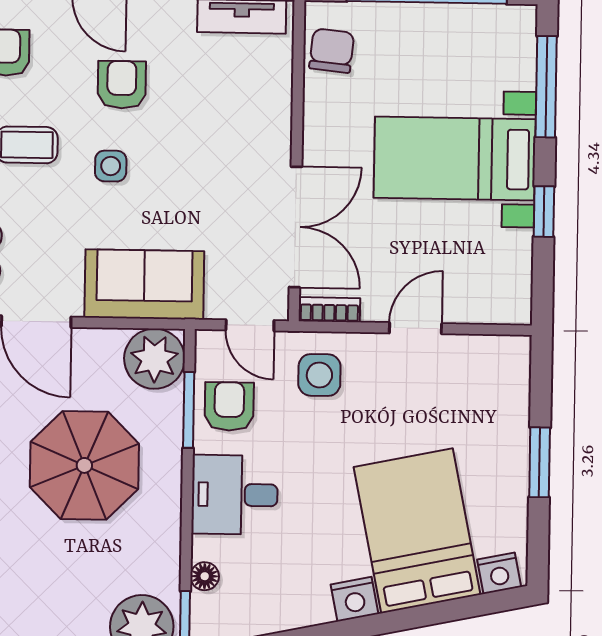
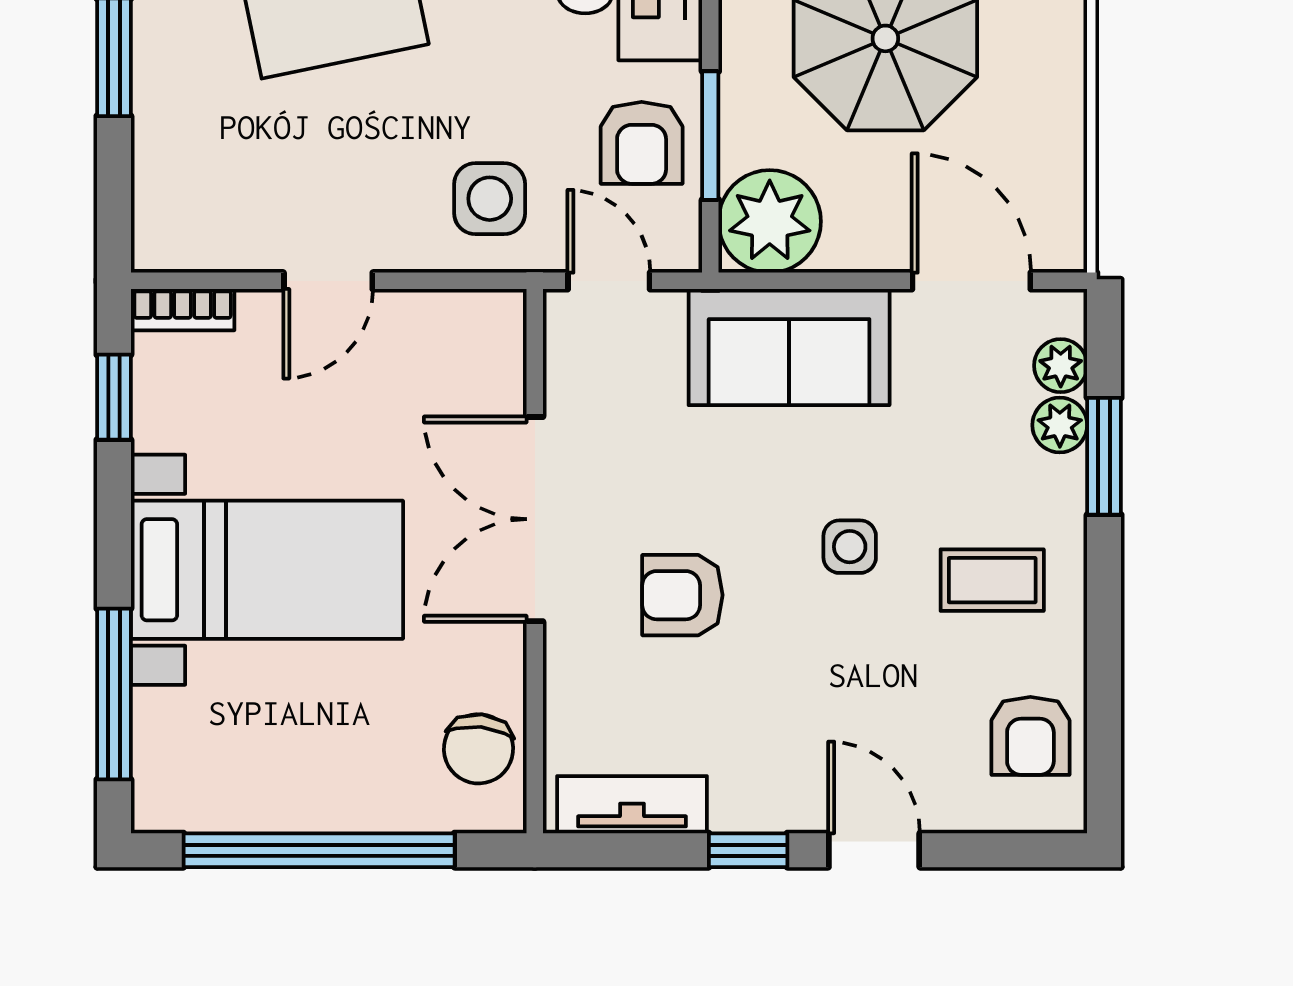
armchair: (122, 85) -> (682, 595), moved, turned 90
window: (544, 212) -> (114, 397), moved
double door: (295, 227) -> (535, 519), moved
bookcase: (329, 310) -> (183, 310), moved

